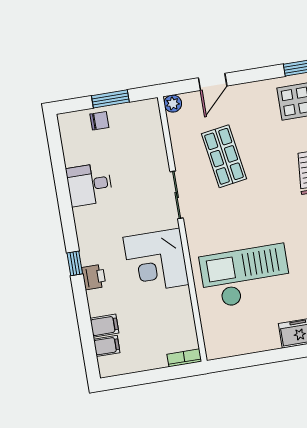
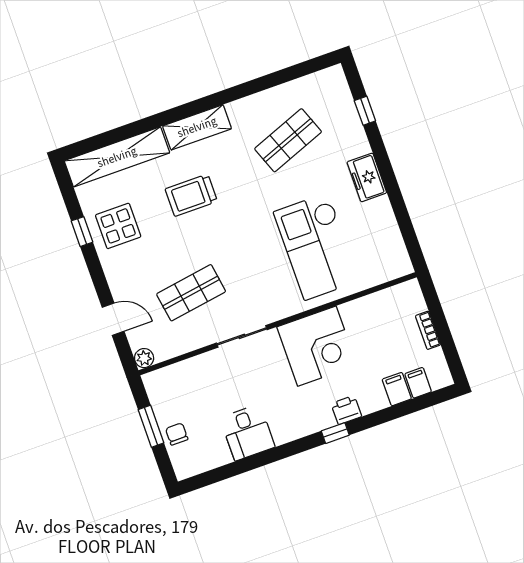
bookcase: (184, 358) -> (428, 330), moved

